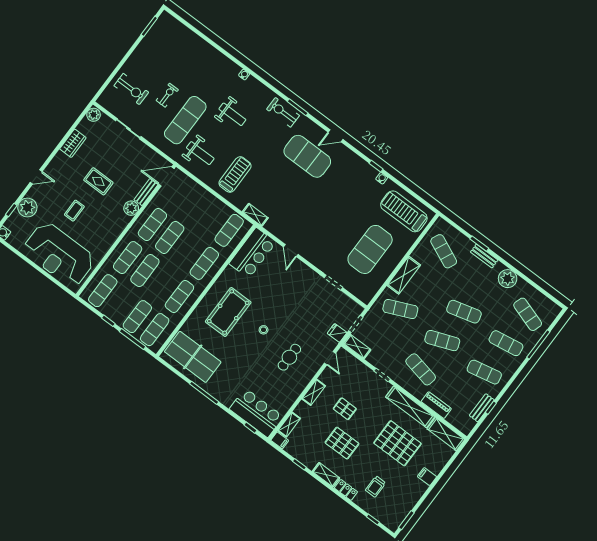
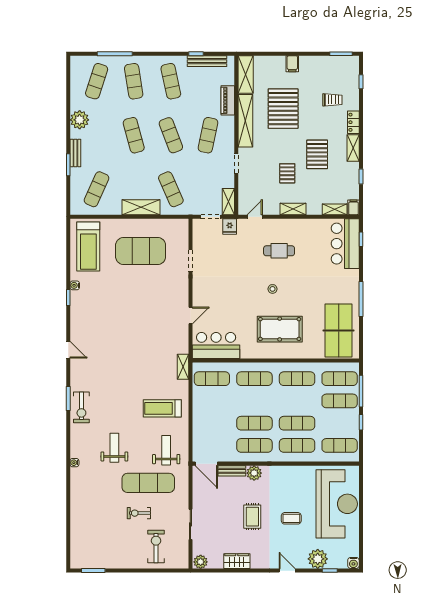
exercise mat: (307, 156) -> (103, 360), removed
bench: (482, 408) -> (207, 61), width x1.36

